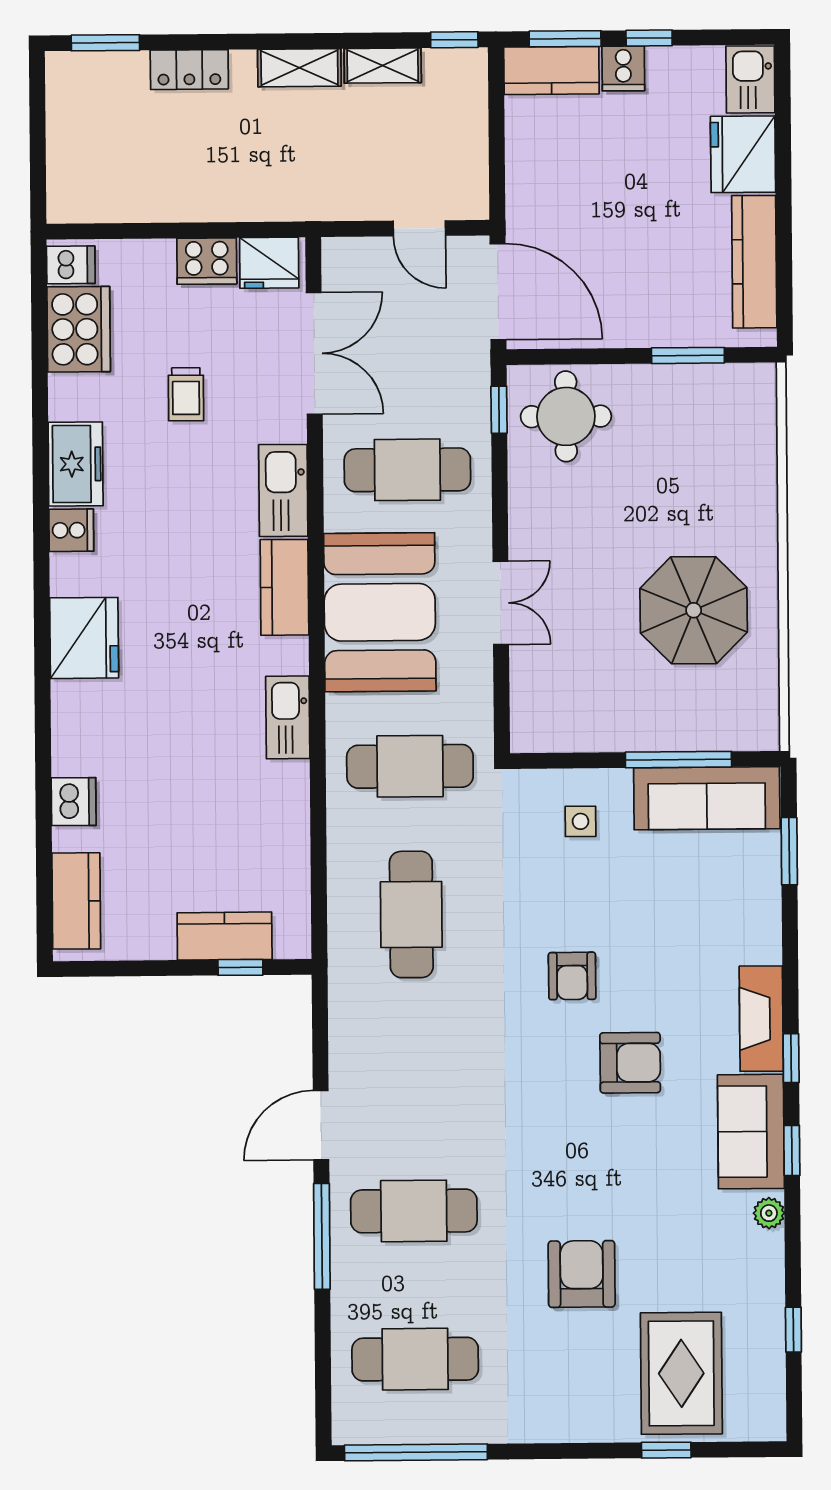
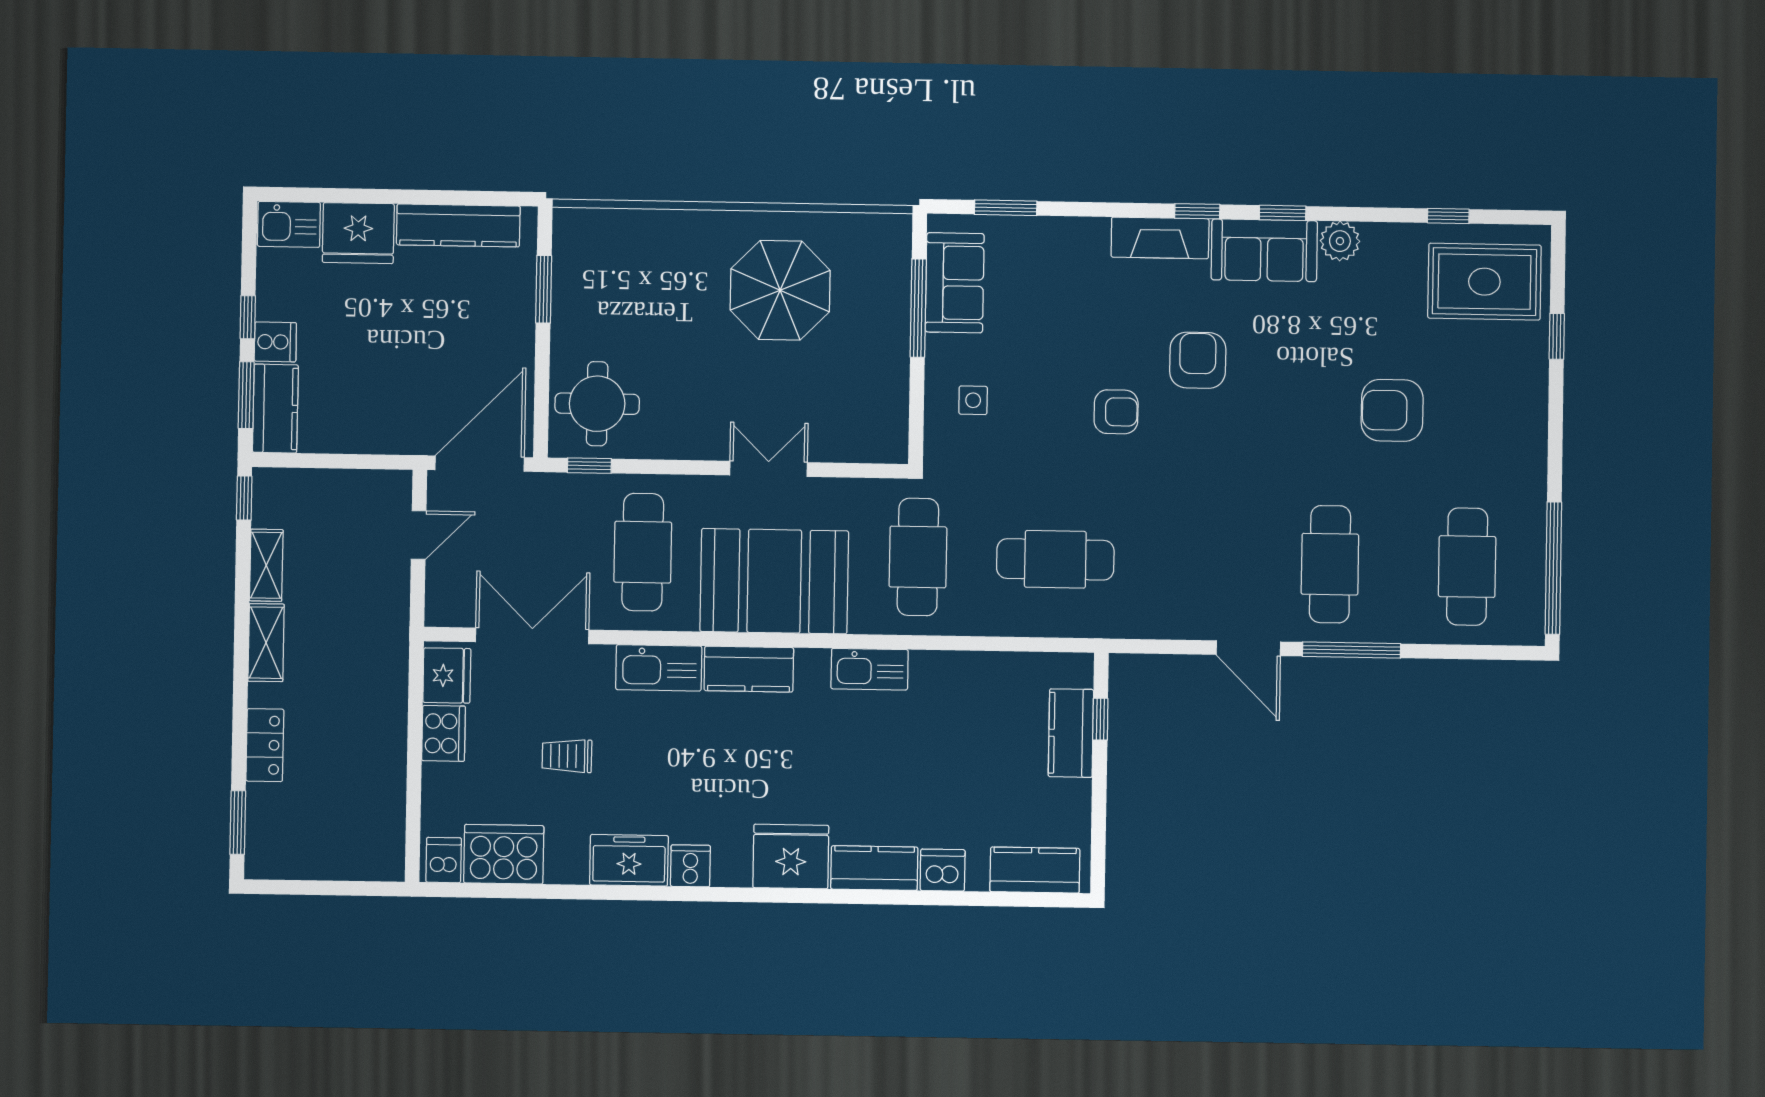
trolley: (186, 394) -> (567, 756), turned 180
kitchen counter: (74, 728) -> (874, 868), added
sofa: (707, 798) -> (955, 283), width x0.73
plant: (769, 1213) -> (1340, 241), width x1.38, depth x1.38
rug: (681, 1373) -> (1484, 282), moved

